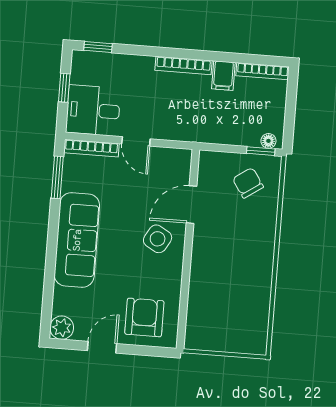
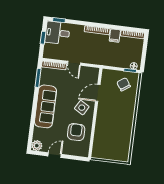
desk: (93, 110) -> (57, 33), moved
armchair: (144, 317) -> (76, 132), moved

